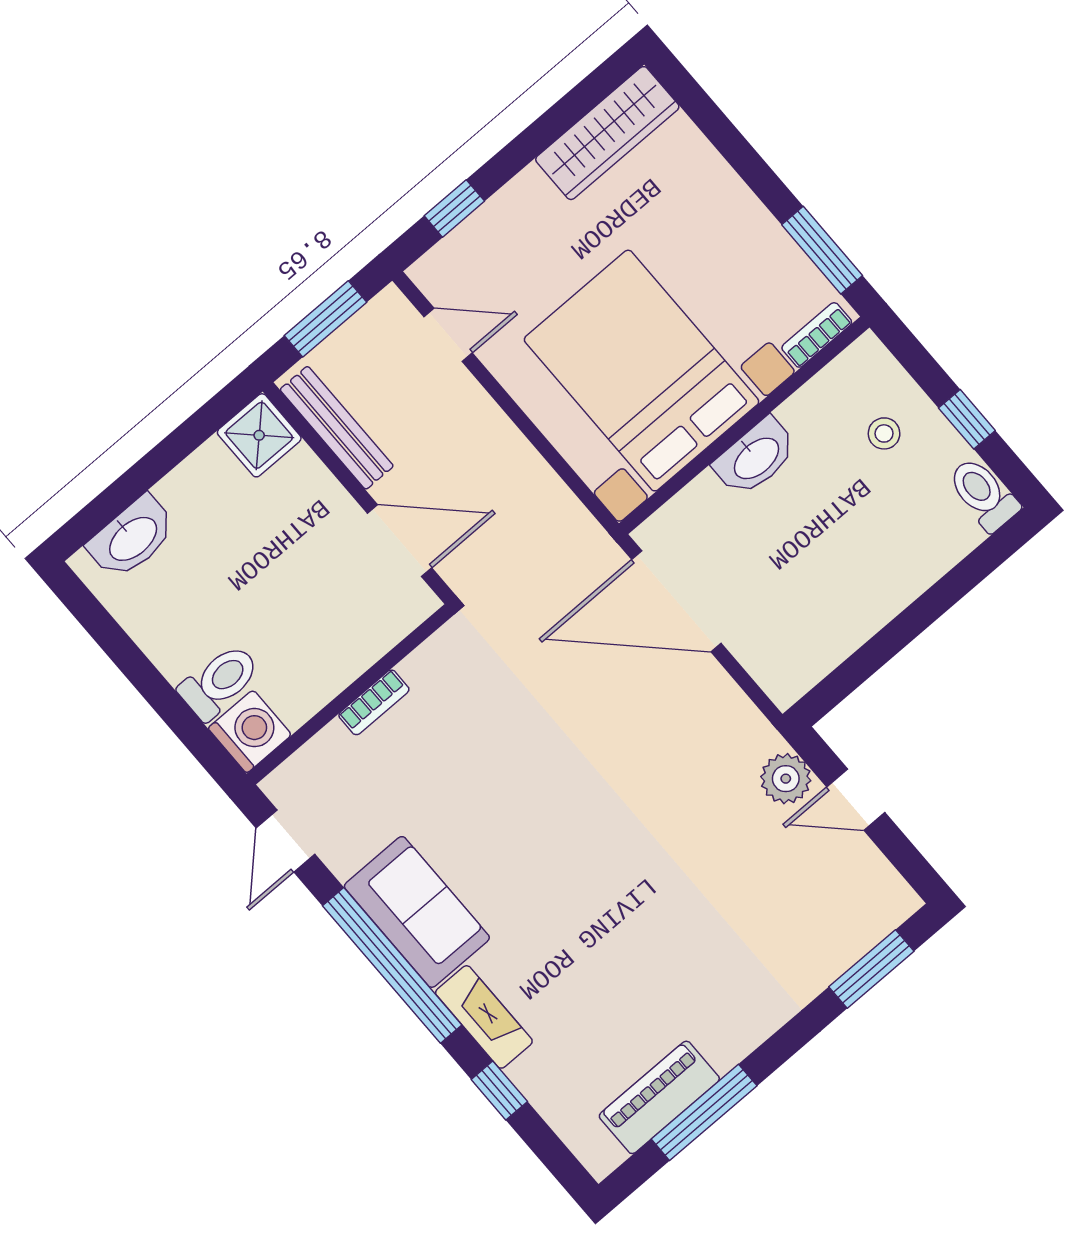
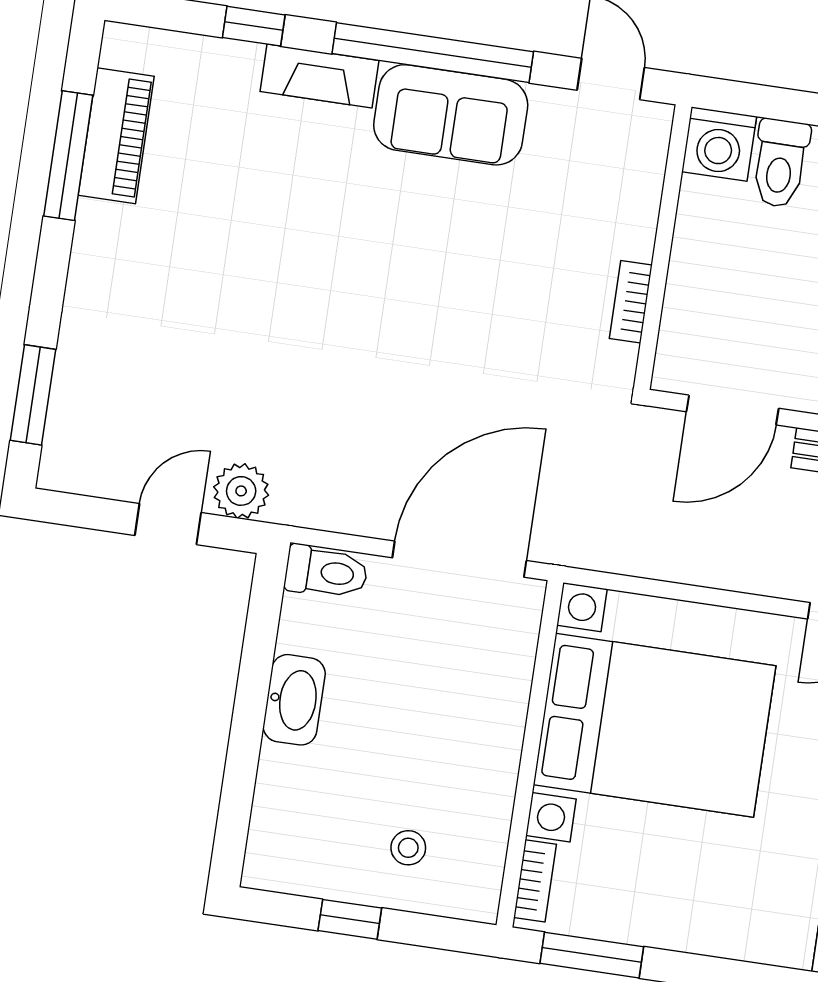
washbasin: (756, 457) -> (294, 700), moved, turned 180
toilet: (983, 494) -> (326, 572), moved
bookcase: (374, 702) -> (631, 302), moved

